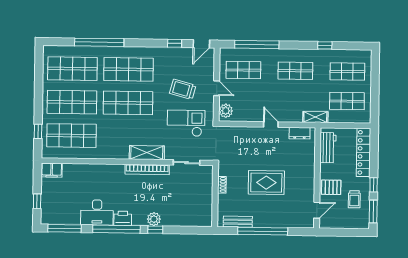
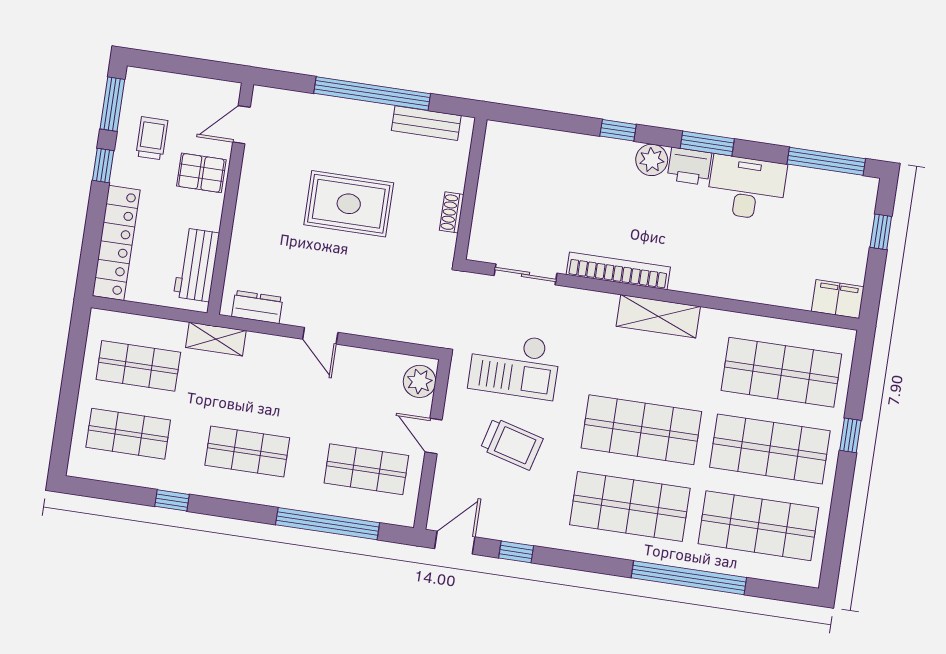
window: (38, 131) -> (850, 435), moved
shelving: (147, 153) -> (658, 316), moved
plant: (154, 219) -> (652, 160), moved
window: (116, 229) -> (707, 144), width x0.47

